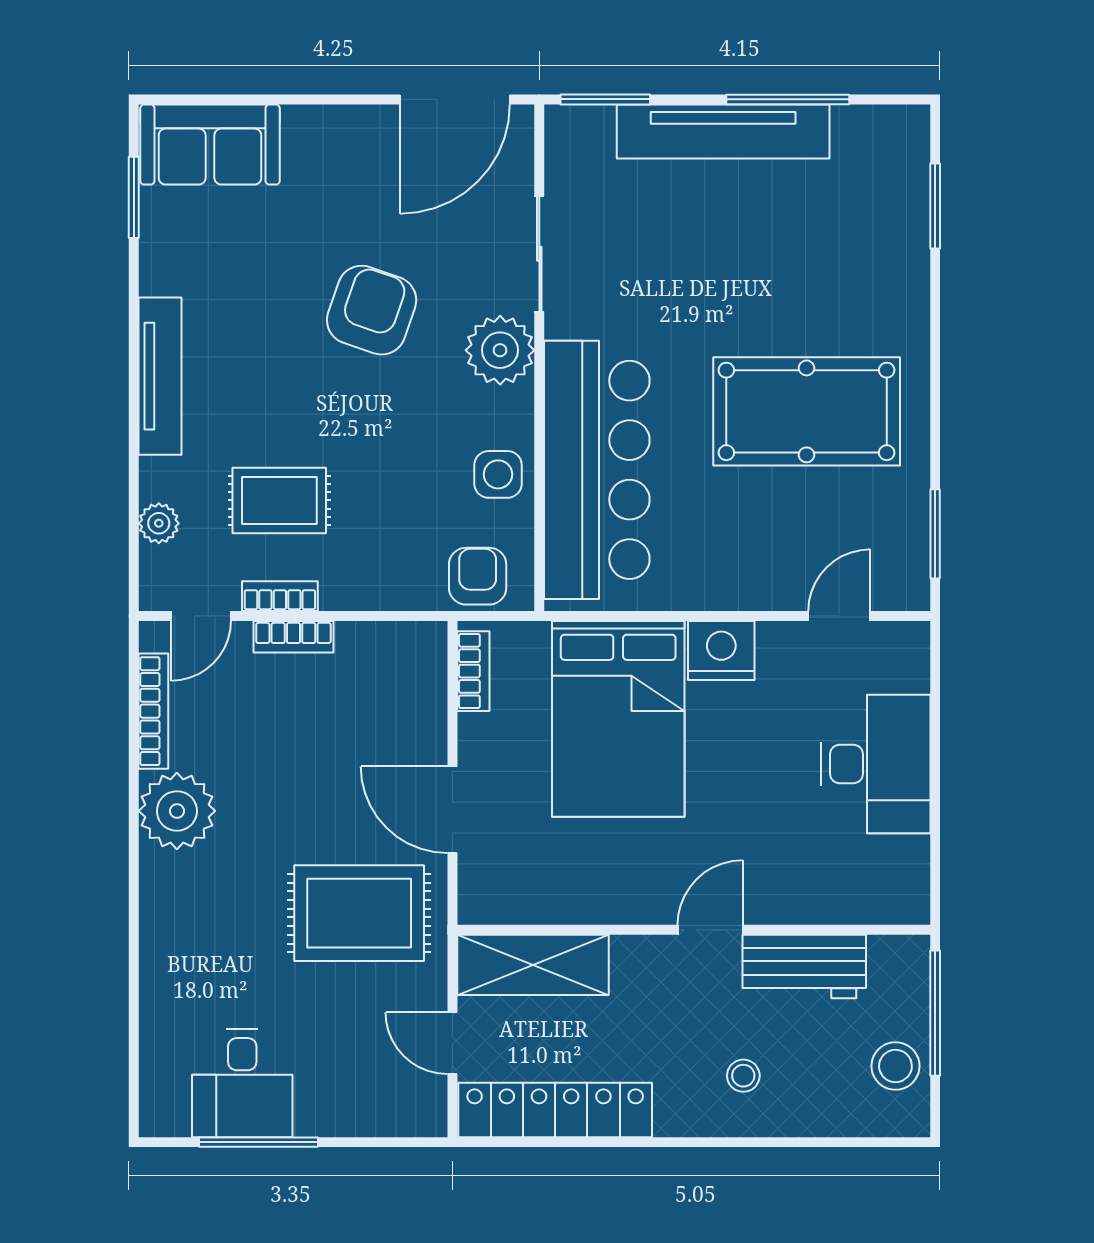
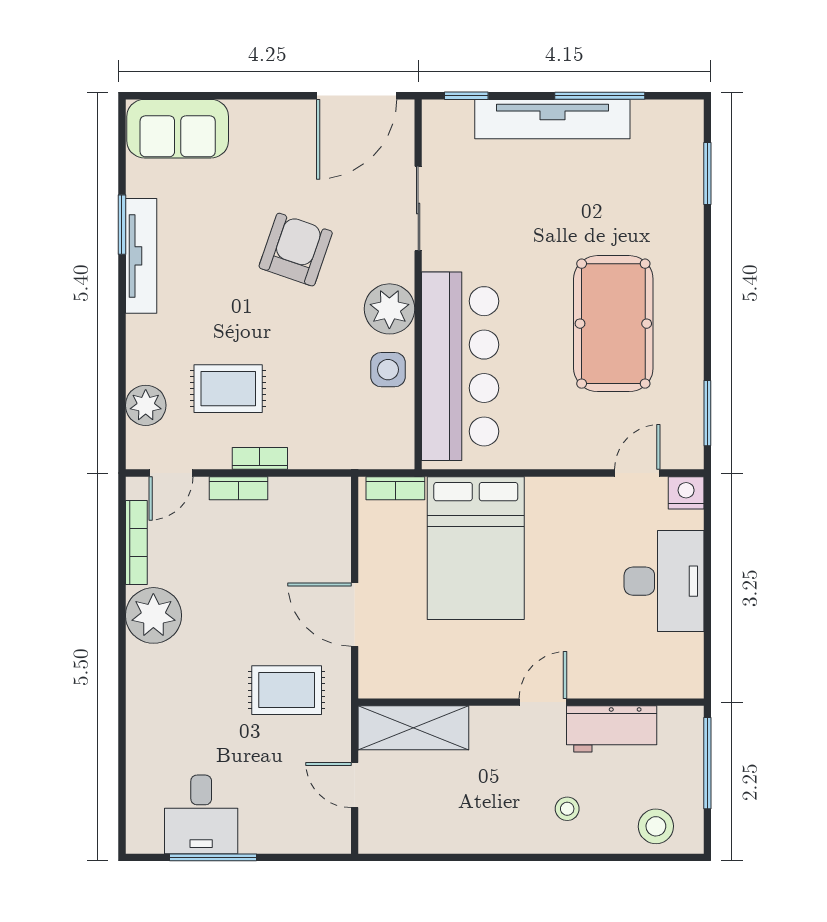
window: (605, 99) -> (466, 96), width x0.67
window: (134, 197) -> (122, 225), moved
plant: (500, 350) -> (389, 309), moved
tv unit: (160, 376) -> (141, 256), moved
pool table: (807, 411) -> (613, 324), turned 90
plant: (159, 523) -> (146, 405), width x1.38, depth x1.38
armchair: (478, 576) -> (373, 444), removed
bookcase: (280, 596) -> (260, 458), moved
nightstand: (721, 650) -> (686, 493), moved, width x0.74, depth x0.75
bookcase: (473, 671) -> (395, 488), moved, turned 90
rug: (359, 913) -> (287, 690), width x0.73, depth x0.70
stool: (895, 1066) -> (656, 826), moved
locker: (555, 1110) -> (430, 834), removed

